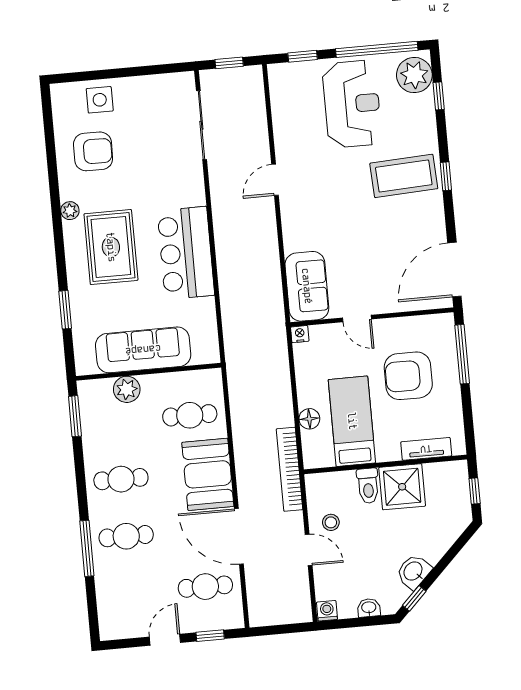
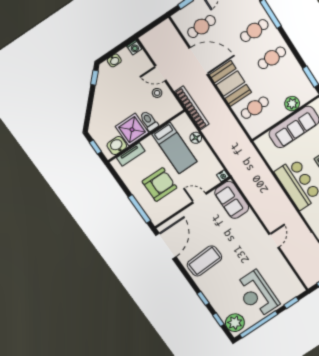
coffee table: (404, 176) -> (204, 261), moved
window: (446, 176) -> (203, 298), moved
washbasin: (414, 571) -> (117, 146), moved, turned -135

